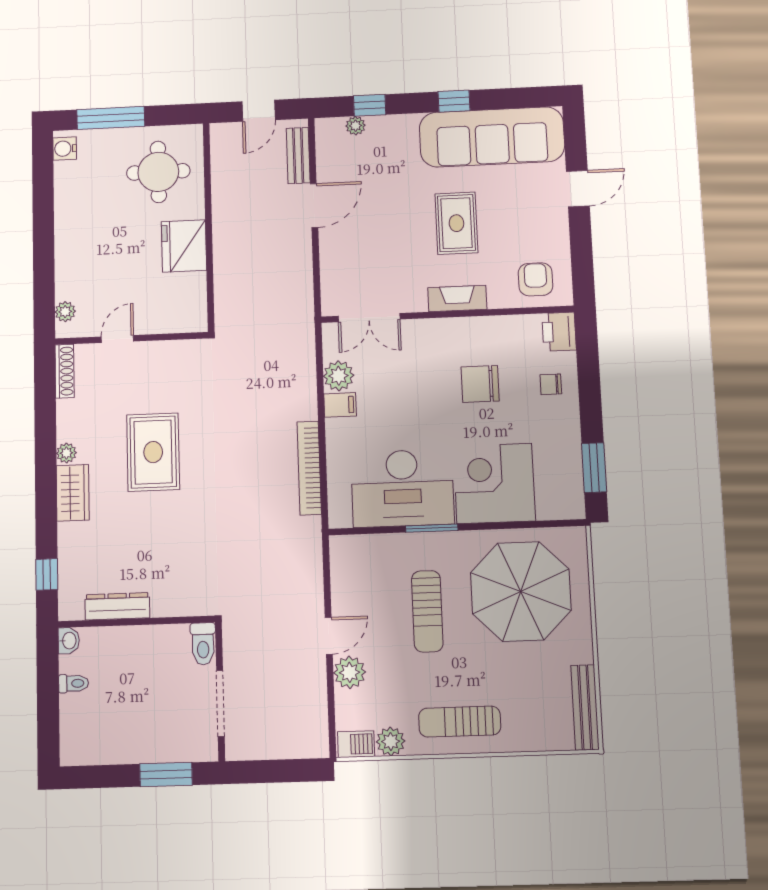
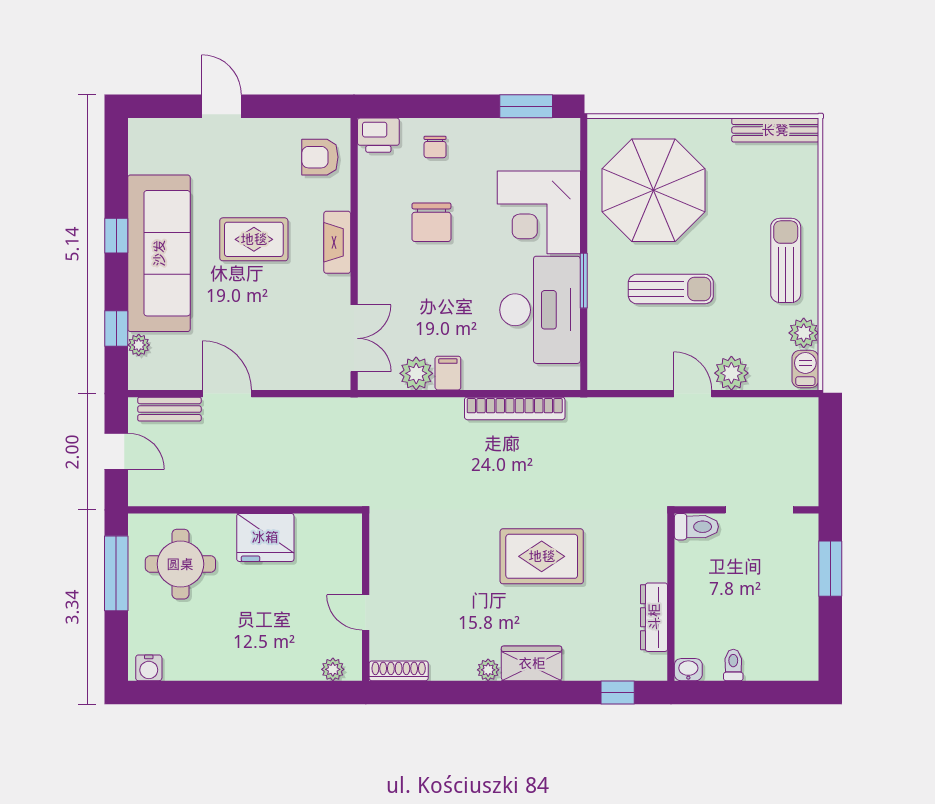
window: (111, 118) -> (116, 573), moved
sofa: (492, 137) -> (159, 253), moved
rug: (153, 452) -> (542, 556), moved
sun lounger: (460, 722) -> (786, 260), turned 180

